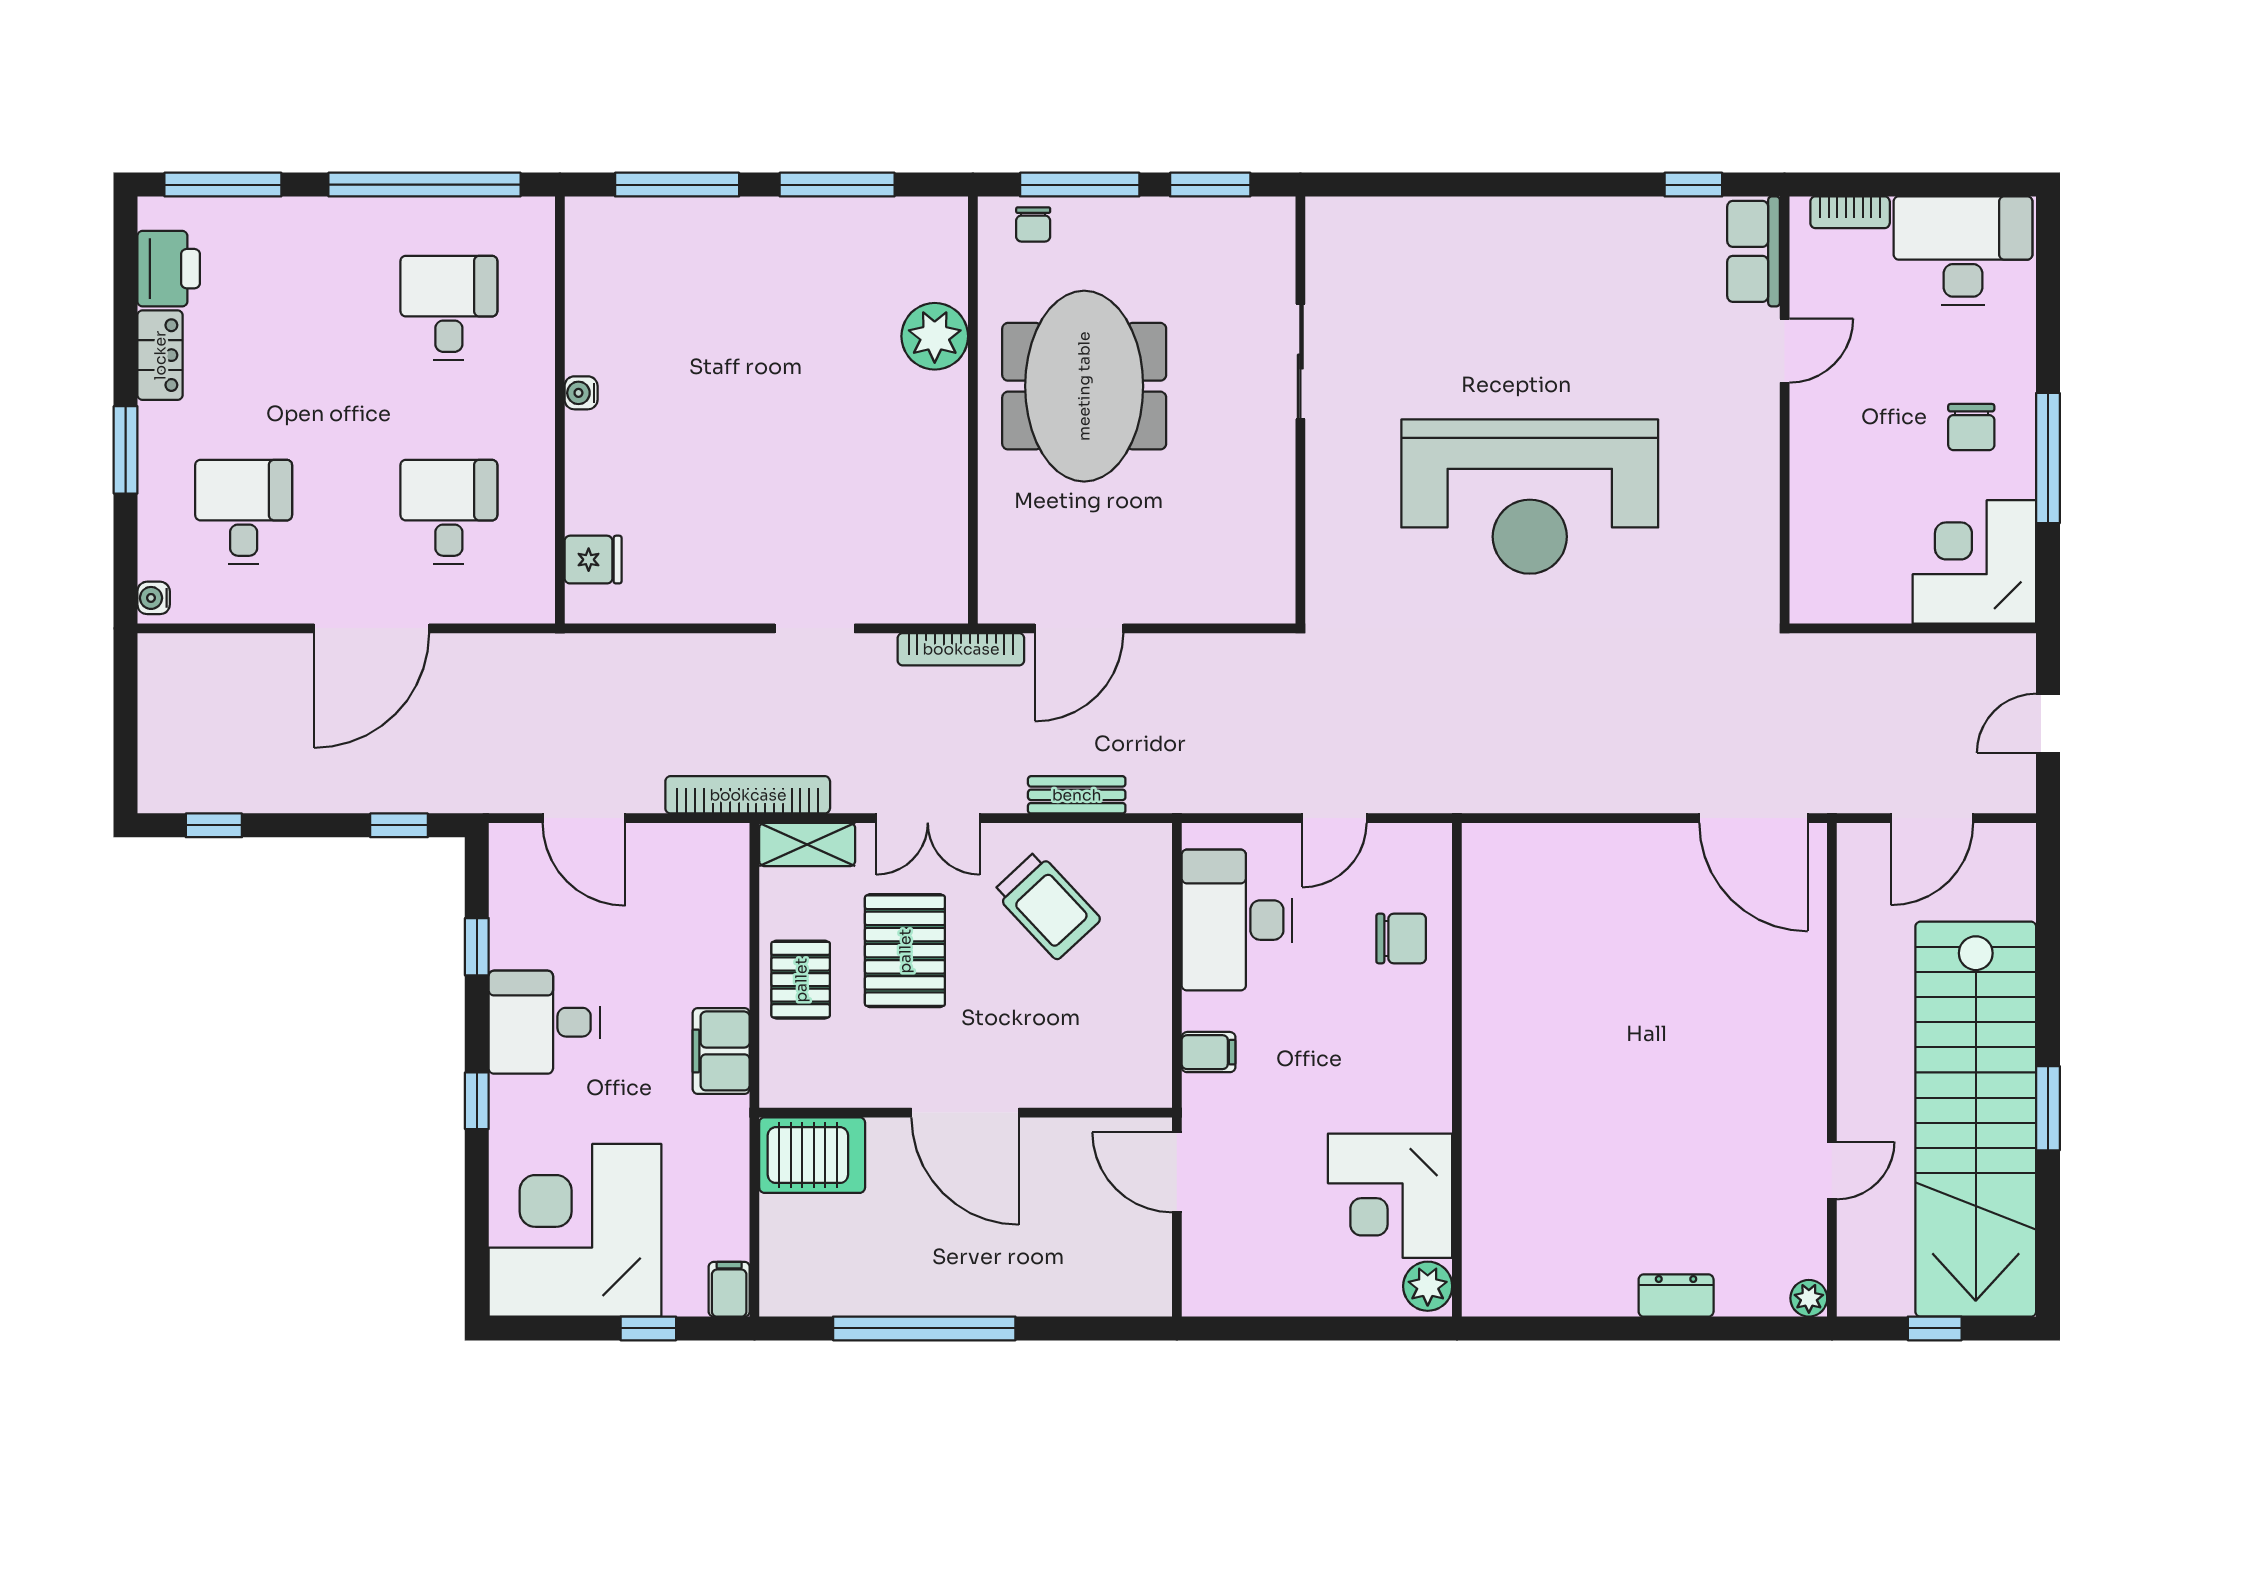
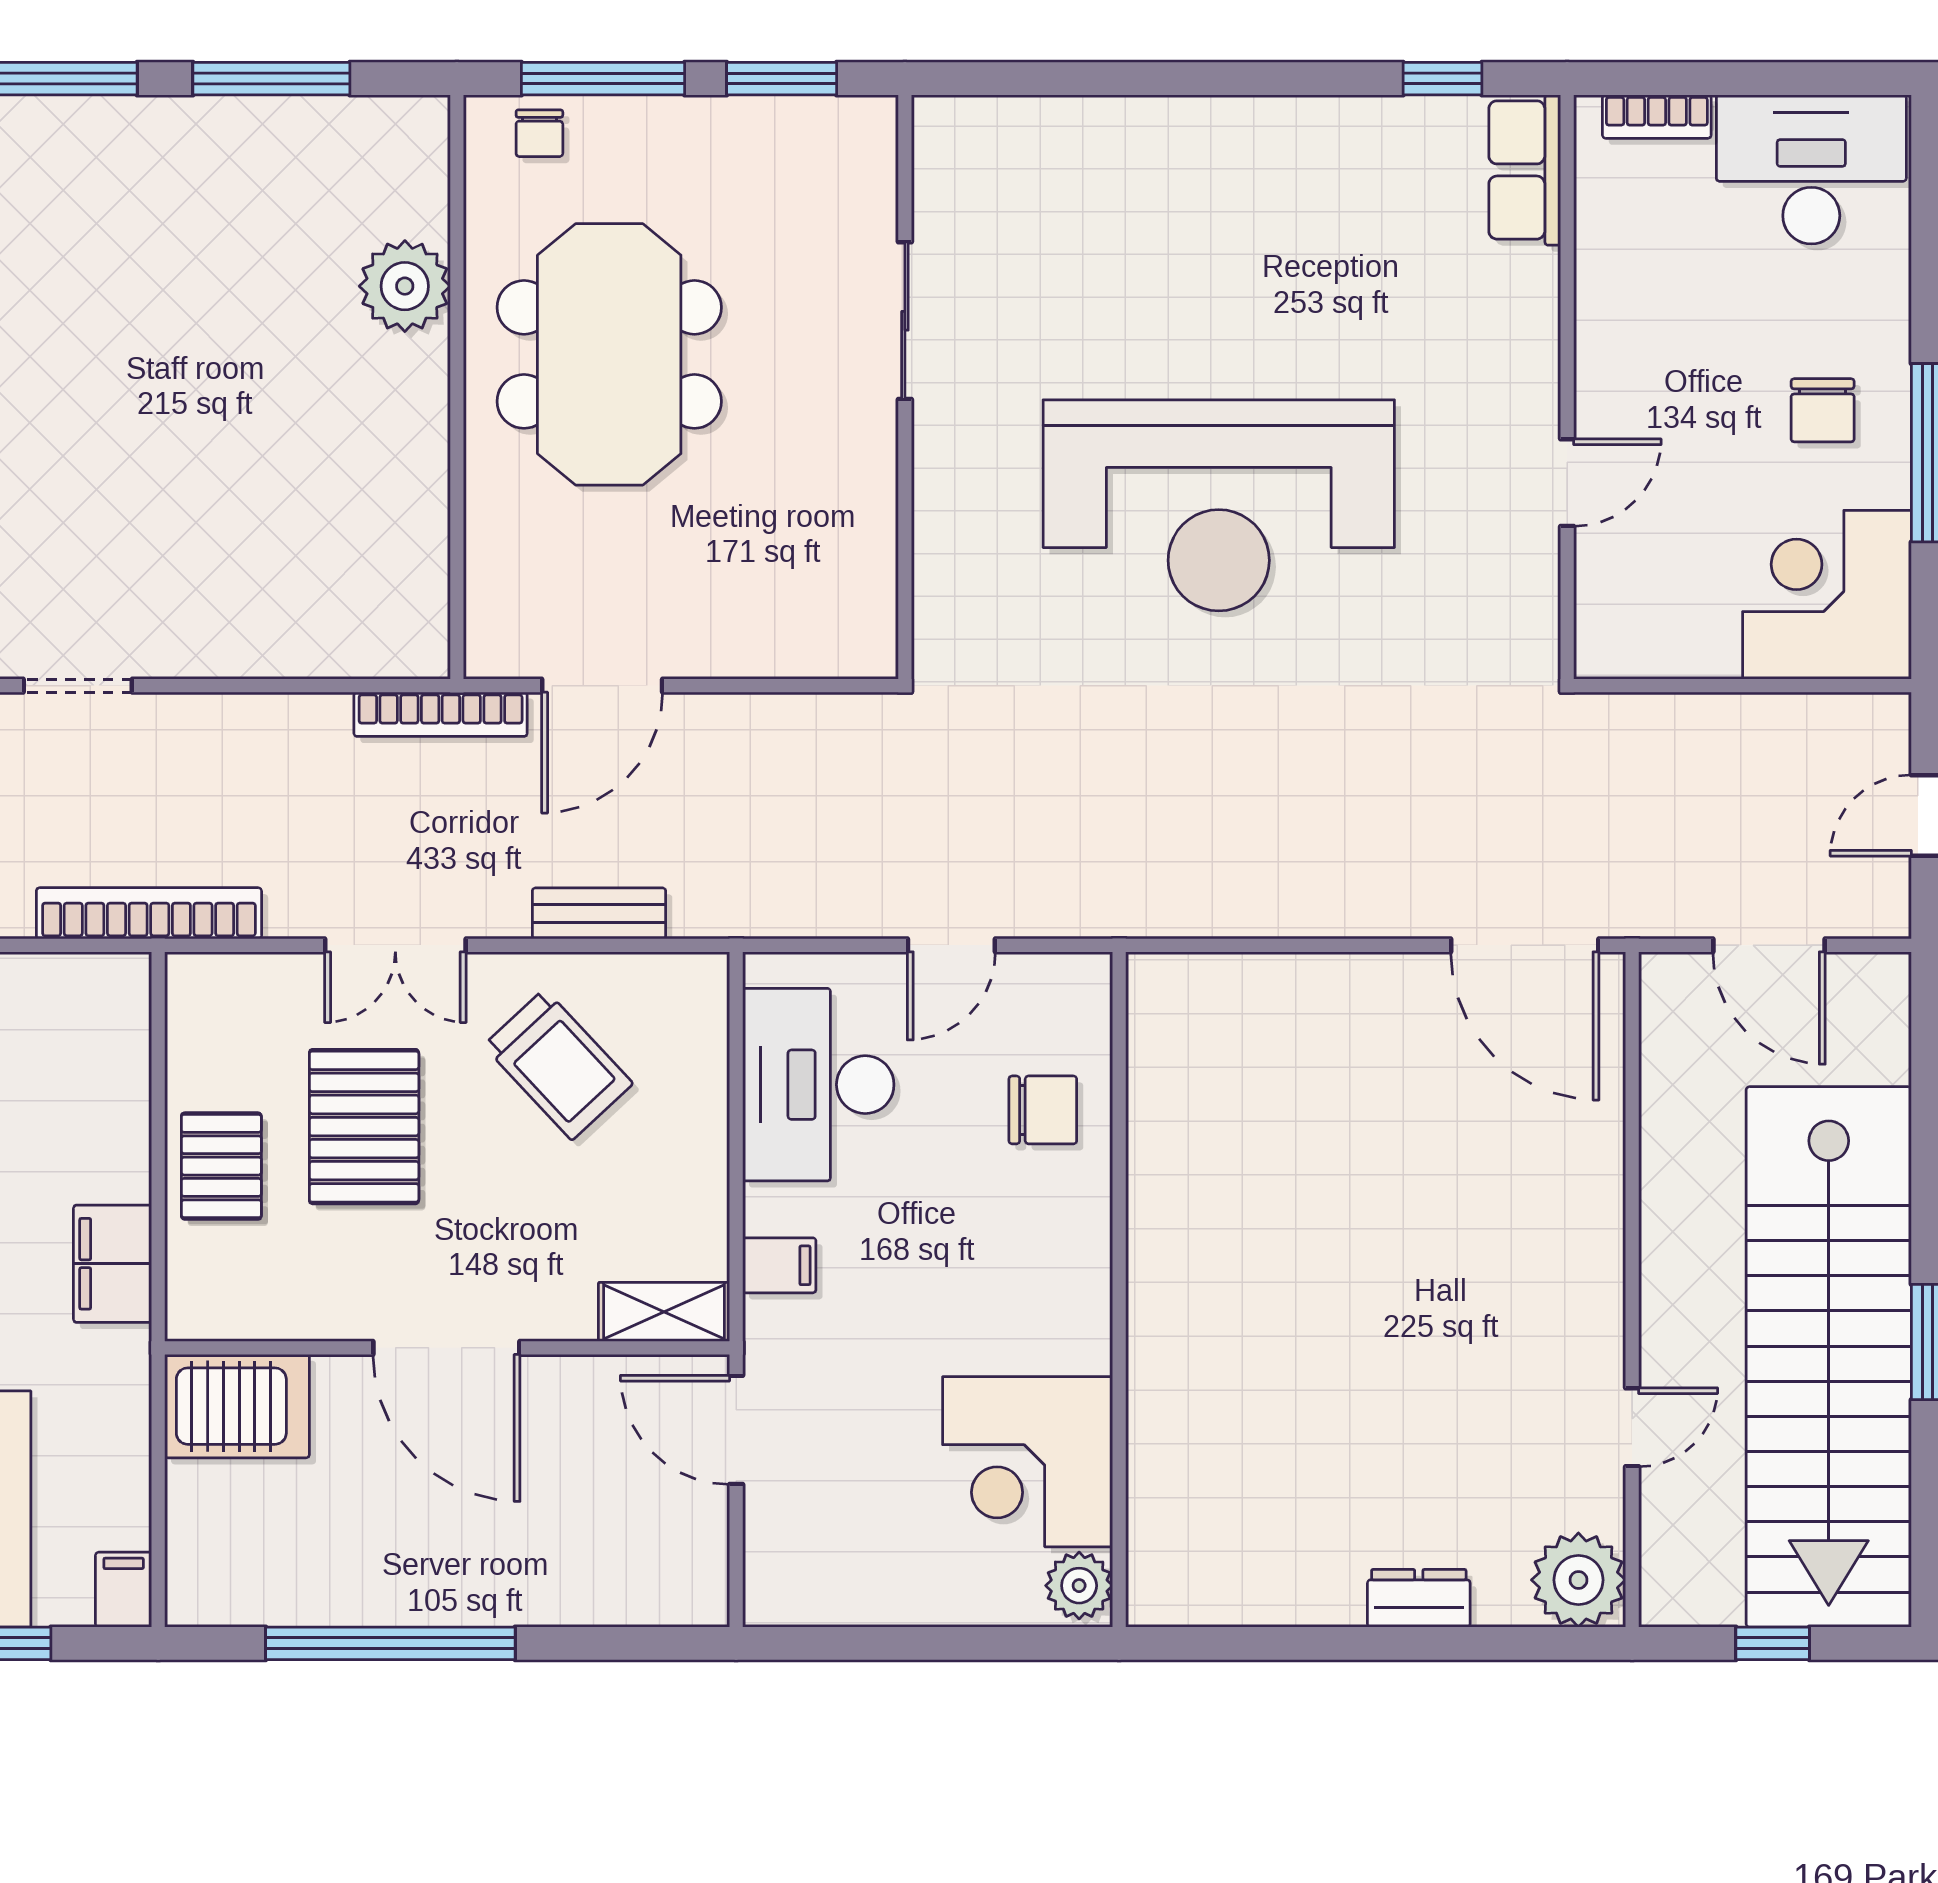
door: (1785, 351) -> (1567, 483), moved
doorway: (815, 628) -> (78, 686), moved
door: (1932, 818) -> (1769, 945), hinge flipped
shelving: (807, 845) -> (664, 1312), moved
plant: (1809, 1298) -> (1578, 1580), width x1.87, depth x1.87

